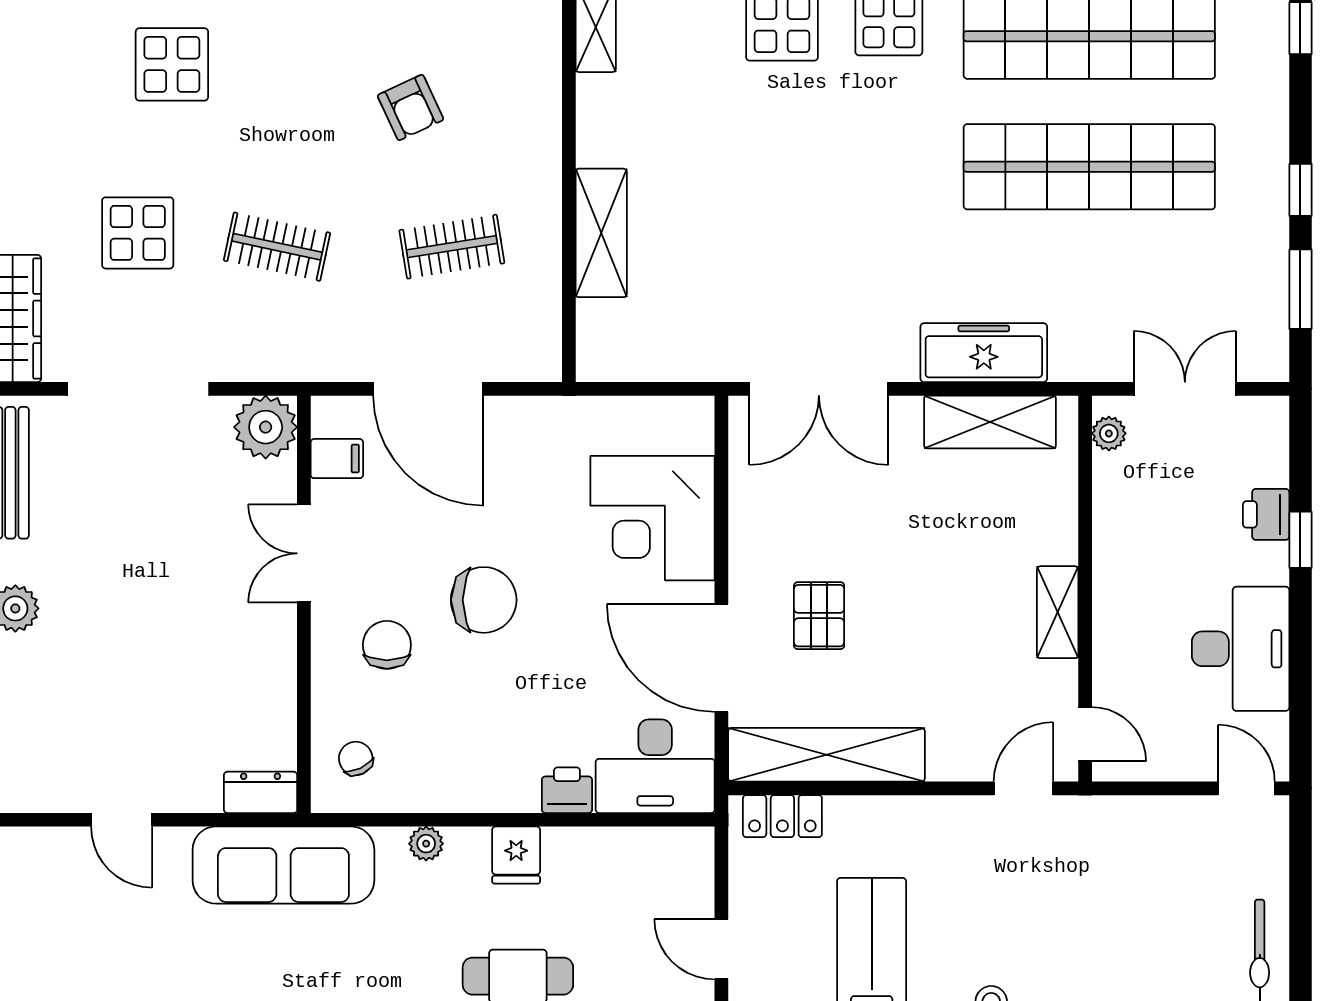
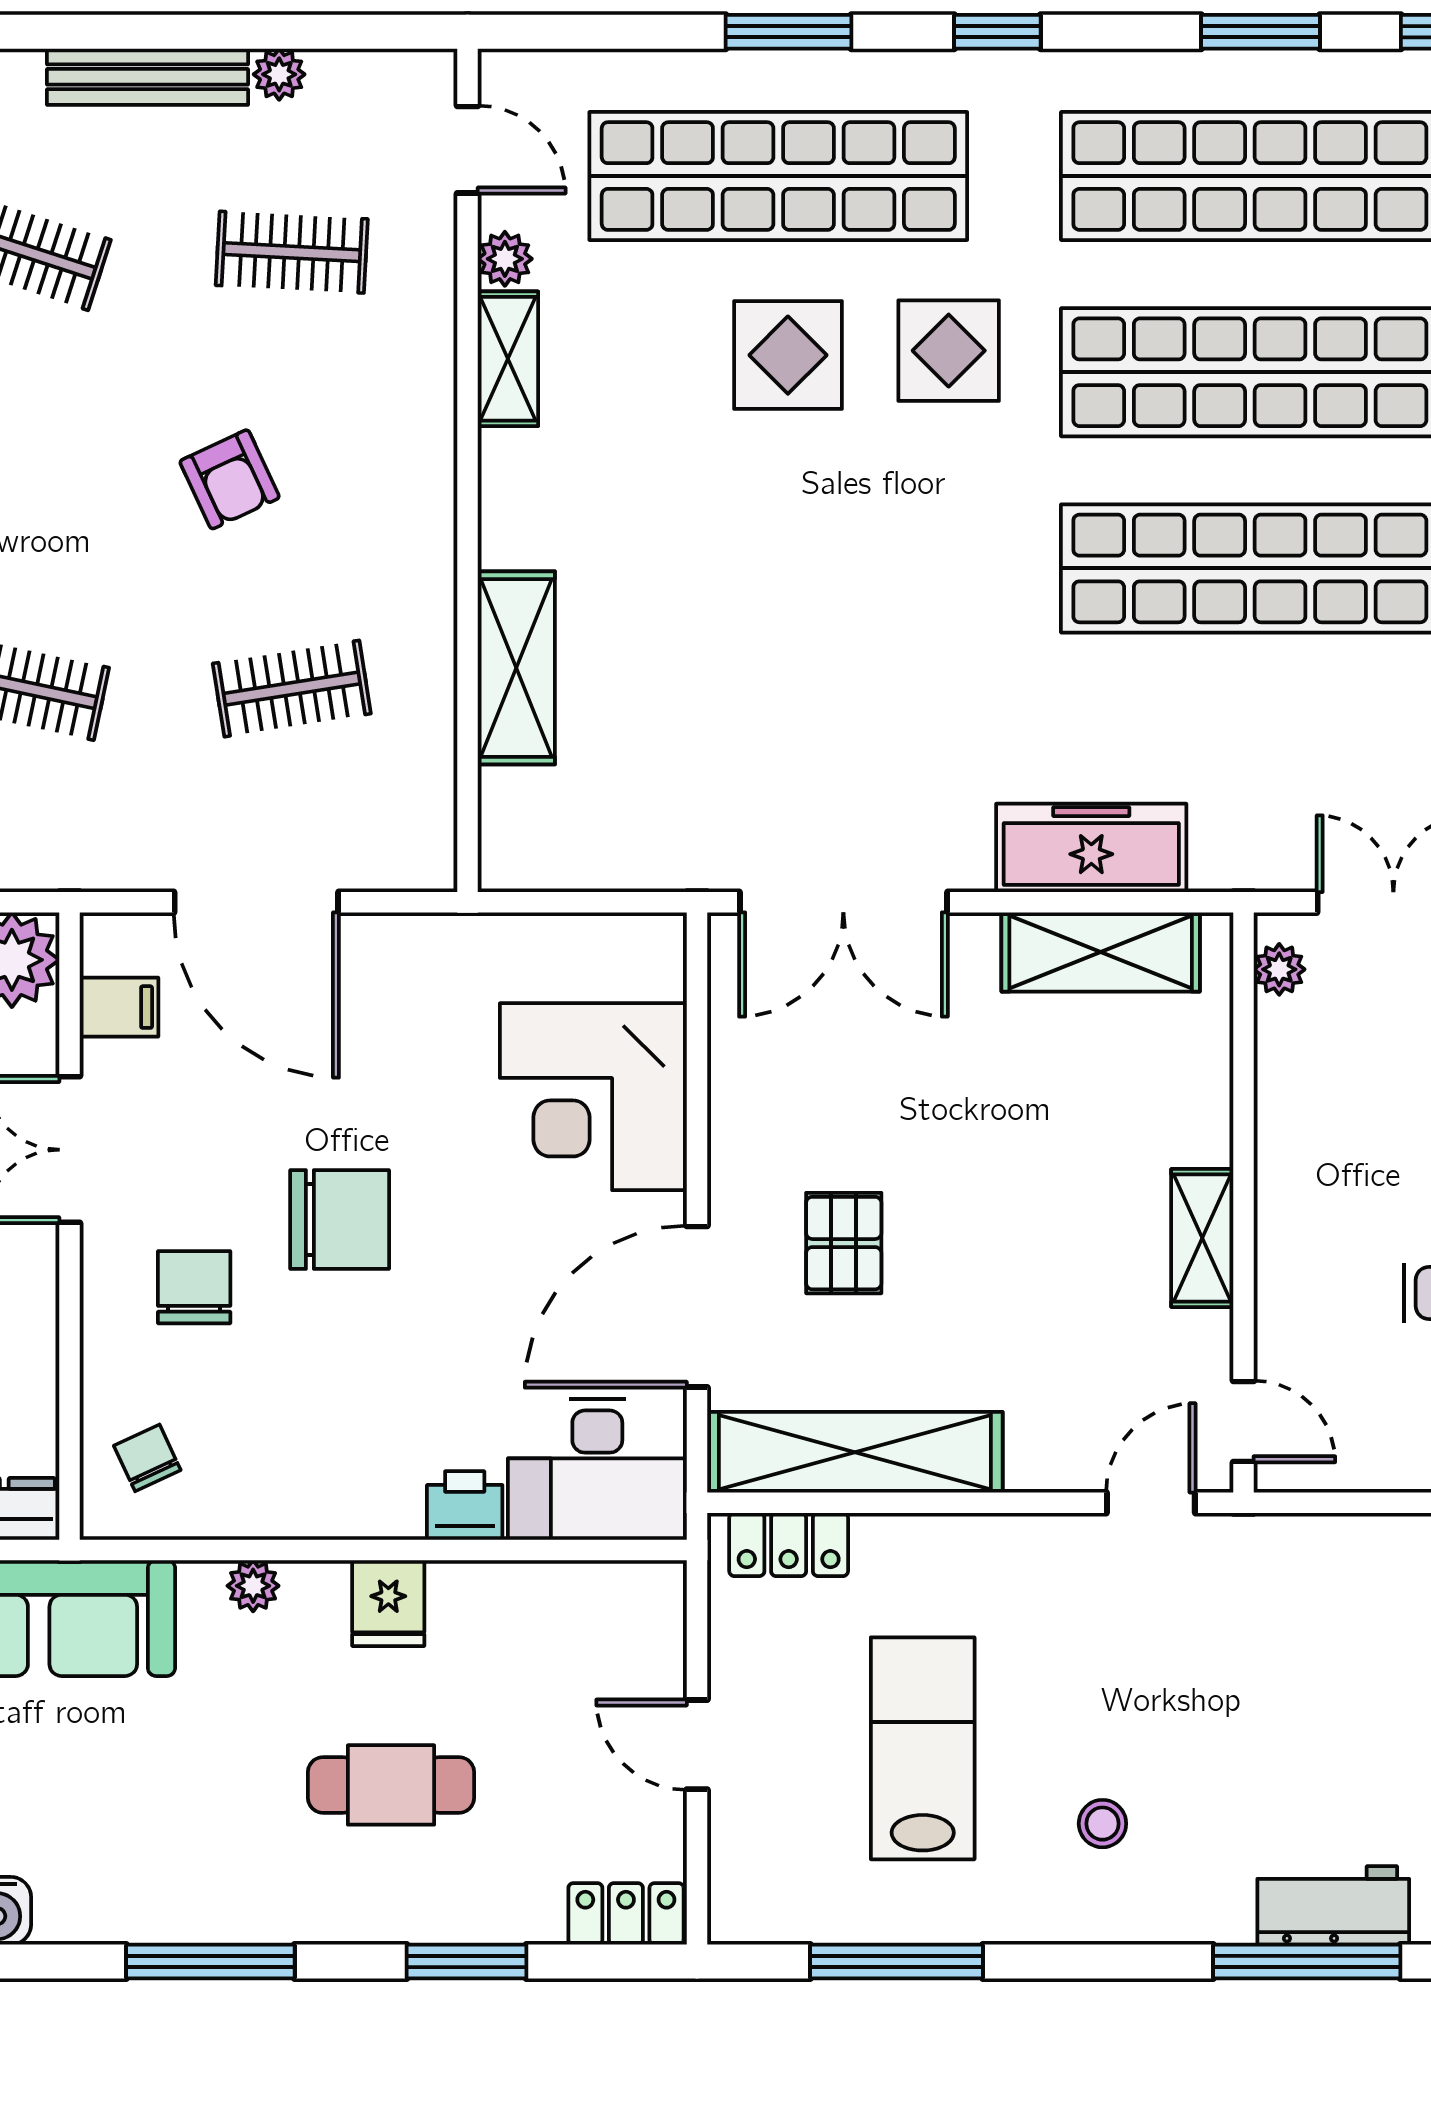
door: (721, 658) -> (697, 1307), hinge flipped

